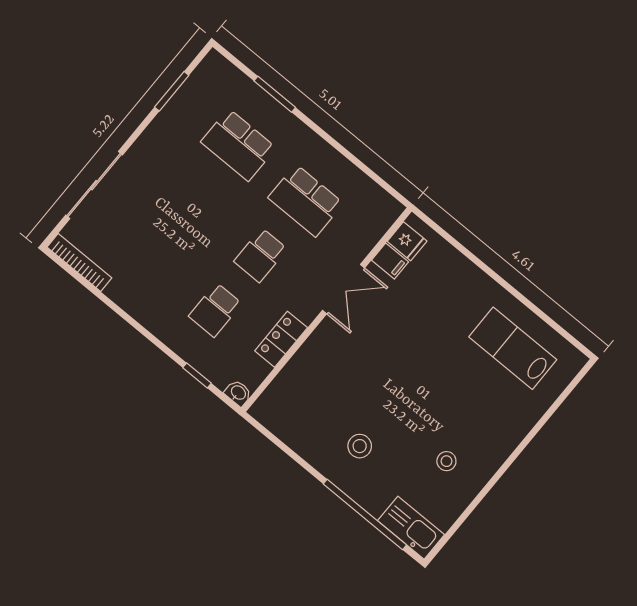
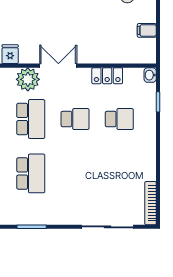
plant: (358, 237) -> (28, 79), added
filing cabinet: (390, 261) -> (147, 30), moved, turned -90

